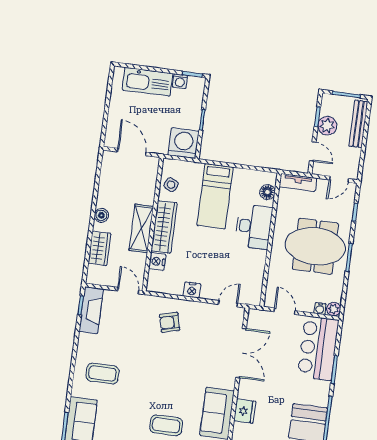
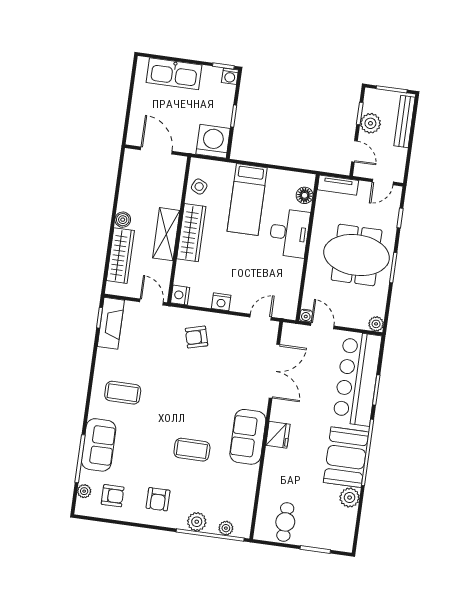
washing machine: (180, 81) -> (230, 76), moved
wardrobe: (99, 248) -> (120, 256), width x1.50
nightstand: (157, 261) -> (180, 295), moved
water cooler: (320, 309) -> (306, 316), moved
bar counter: (318, 348) -> (357, 379), width x1.36

